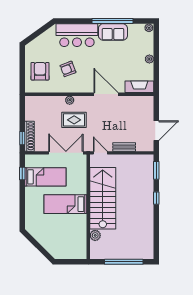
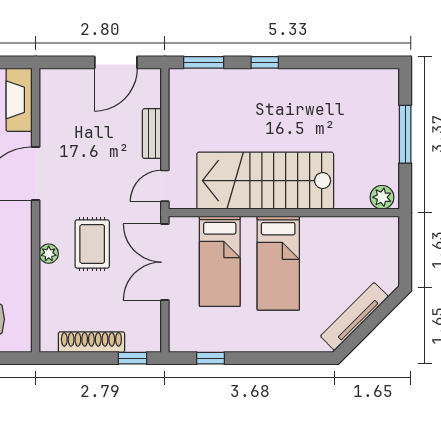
door: (156, 131) -> (116, 62), swing flipped
shoe rack: (30, 136) -> (91, 342), moved
bed: (45, 177) -> (220, 261), moved, turned 180
plant: (95, 235) -> (382, 197), moved
tv unit: (41, 239) -> (354, 316), added
window: (124, 262) -> (405, 134), width x0.68

